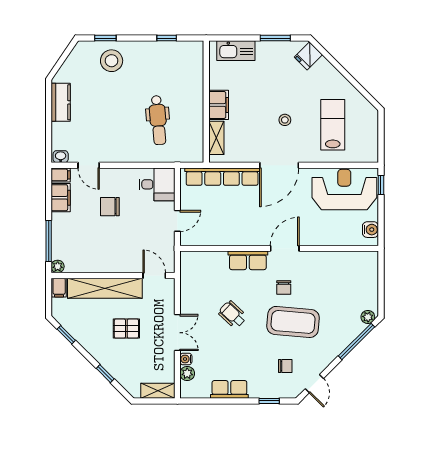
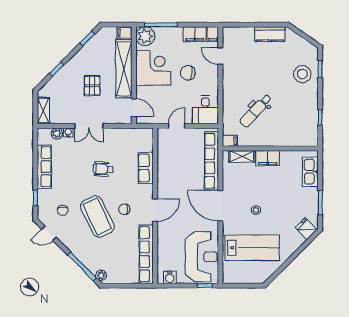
dental chair: (158, 120) -> (256, 111), turned -42
lab bench: (333, 125) -> (252, 248), width x1.36, depth x1.39
filing cabinet: (196, 153) -> (230, 141), added
washbasin: (61, 157) -> (227, 34), removed
door: (89, 165) -> (220, 56), hinge flipped
chair: (110, 207) -> (188, 73), turned -87
door: (177, 221) -> (177, 126), swing flipped
door: (285, 248) -> (155, 210), hinge flipped
corner desk: (103, 251) -> (153, 68), added
row of seats: (248, 260) -> (146, 168), moved
row of seats: (341, 260) -> (146, 254), added
plant: (58, 266) -> (145, 36), width x1.88, depth x1.88
door: (154, 275) -> (134, 108), hinge flipped
wheelchair: (232, 315) -> (103, 169), turned -130
coffee table: (293, 322) -> (97, 217), turned -31
row of seats: (229, 389) -> (44, 167), width x1.48

